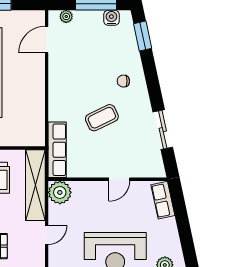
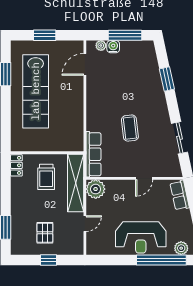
water cooler: (111, 18) -> (113, 47), moved
window: (143, 36) -> (167, 79), moved
chair: (123, 81) -> (147, 98), removed
coffee table: (102, 118) -> (130, 128), turned -71

